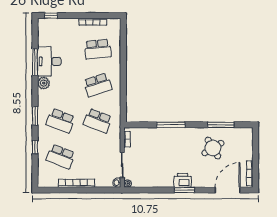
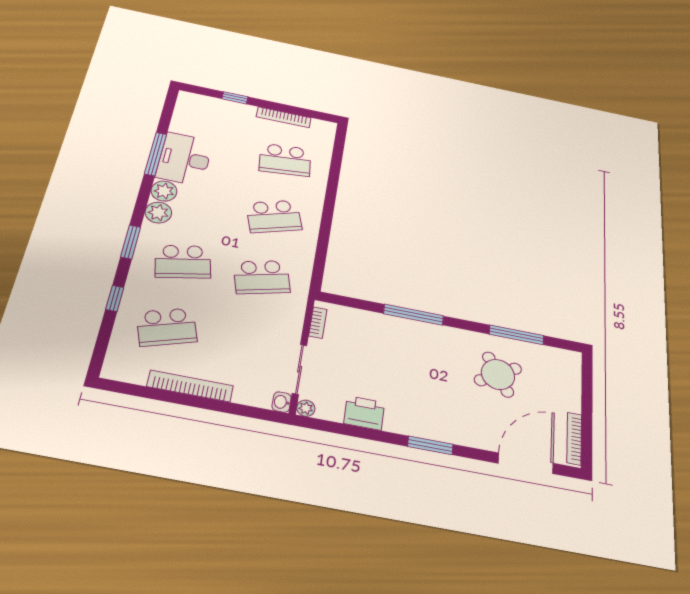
window: (51, 16) -> (235, 98), moved
plant: (44, 96) -> (158, 213), added
school desk: (61, 121) -> (183, 262), turned -33
school desk: (98, 121) -> (262, 277), turned -36
school desk: (61, 157) -> (167, 327), turned -39
printer: (183, 180) -> (364, 413), moved

